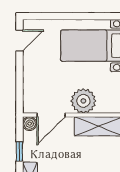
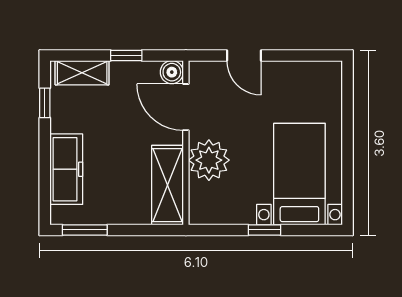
door: (19, 40) -> (244, 55), moved

